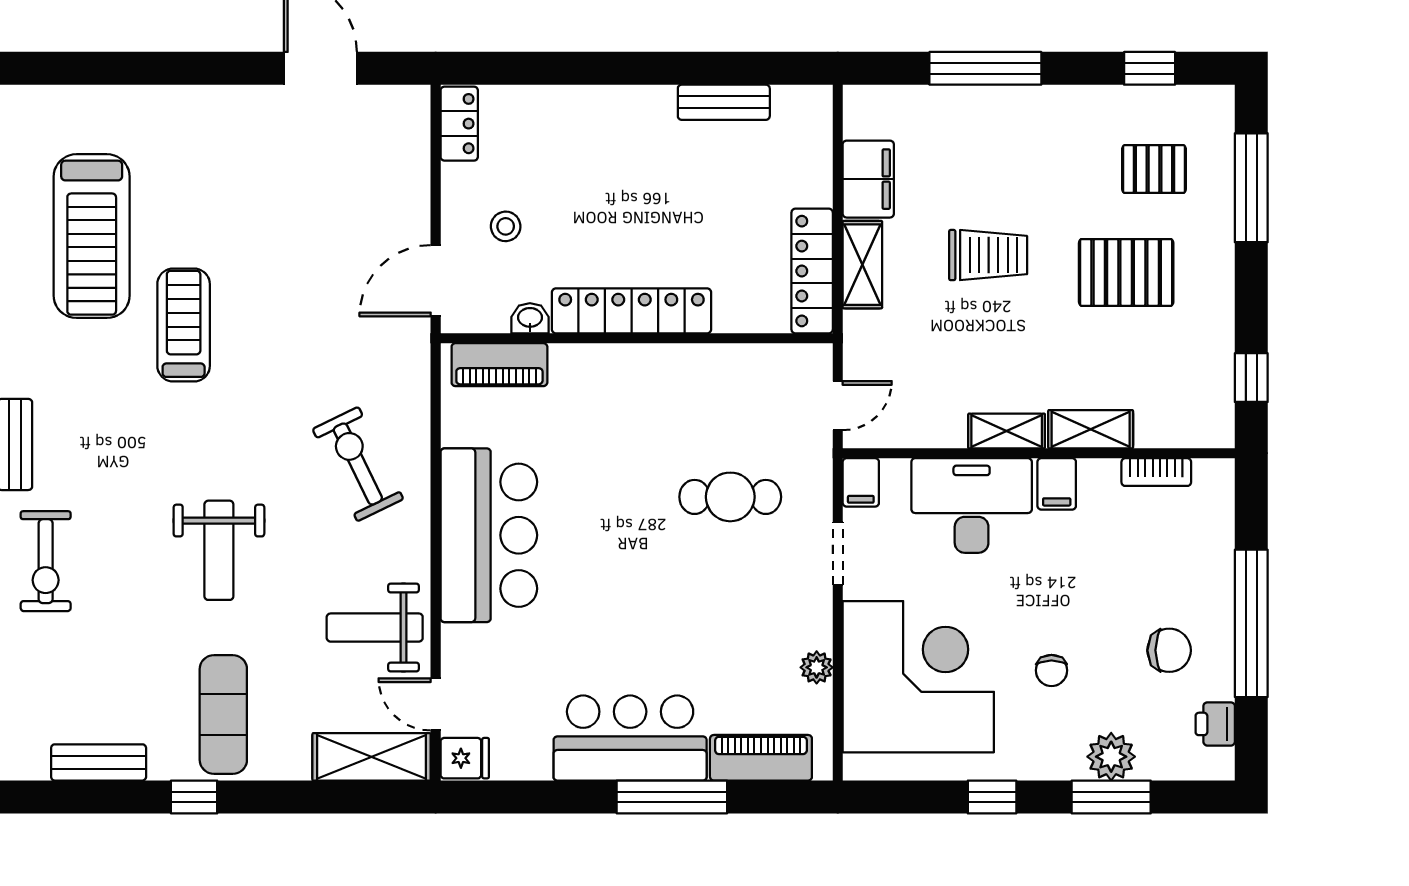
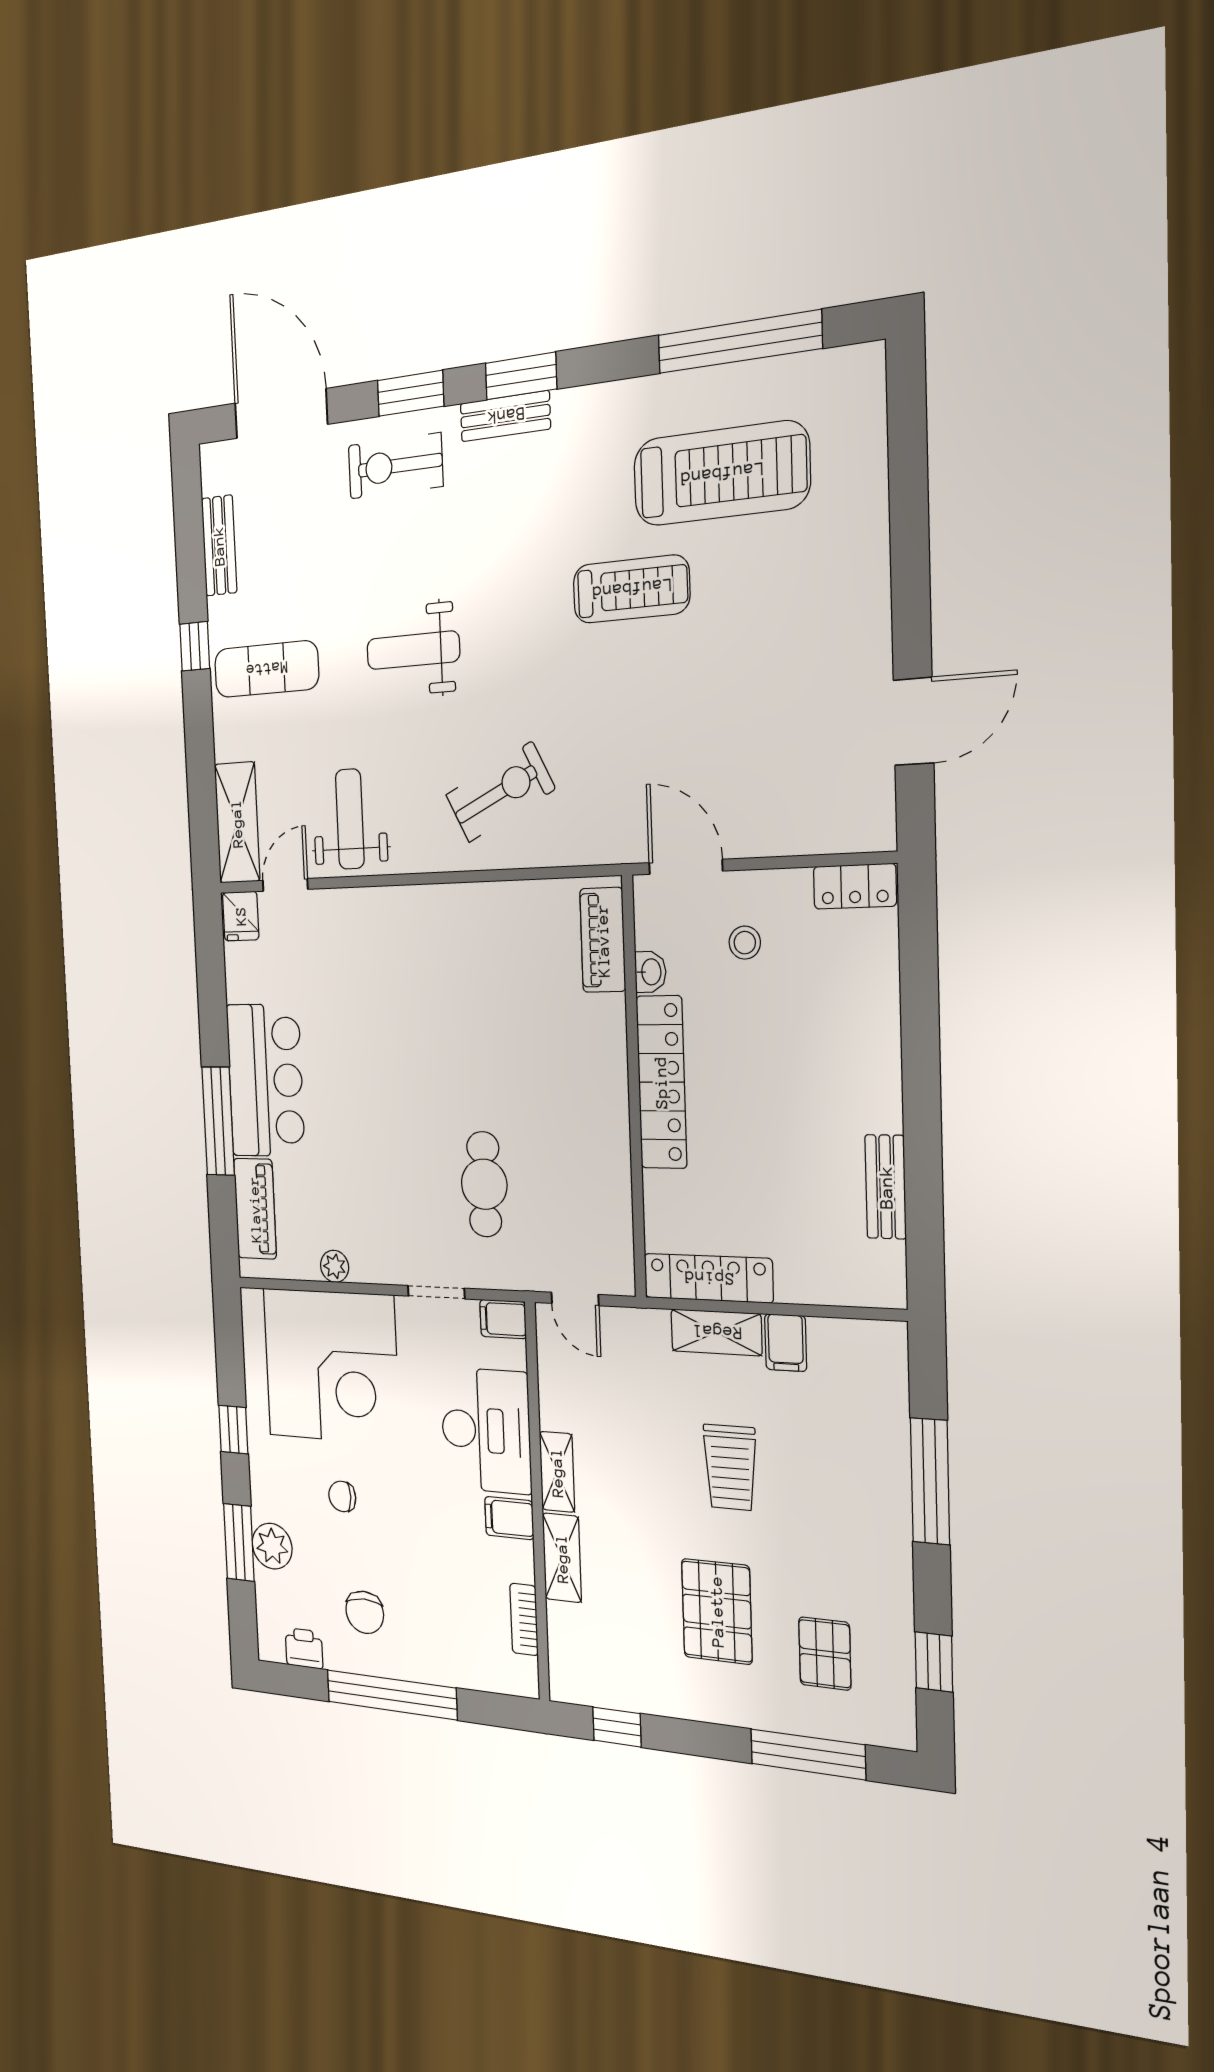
filing cabinet: (868, 179) -> (786, 1343), width x0.50
treadmill: (92, 236) -> (721, 474), turned 180
bar counter: (489, 535) -> (439, 934), removed

